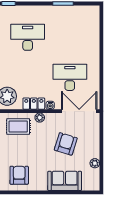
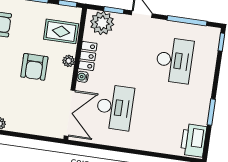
printer: (86, 14) -> (194, 140), added
rug: (18, 127) -> (61, 31), turned 90
armchair: (66, 144) -> (34, 67), moved, turned 73

